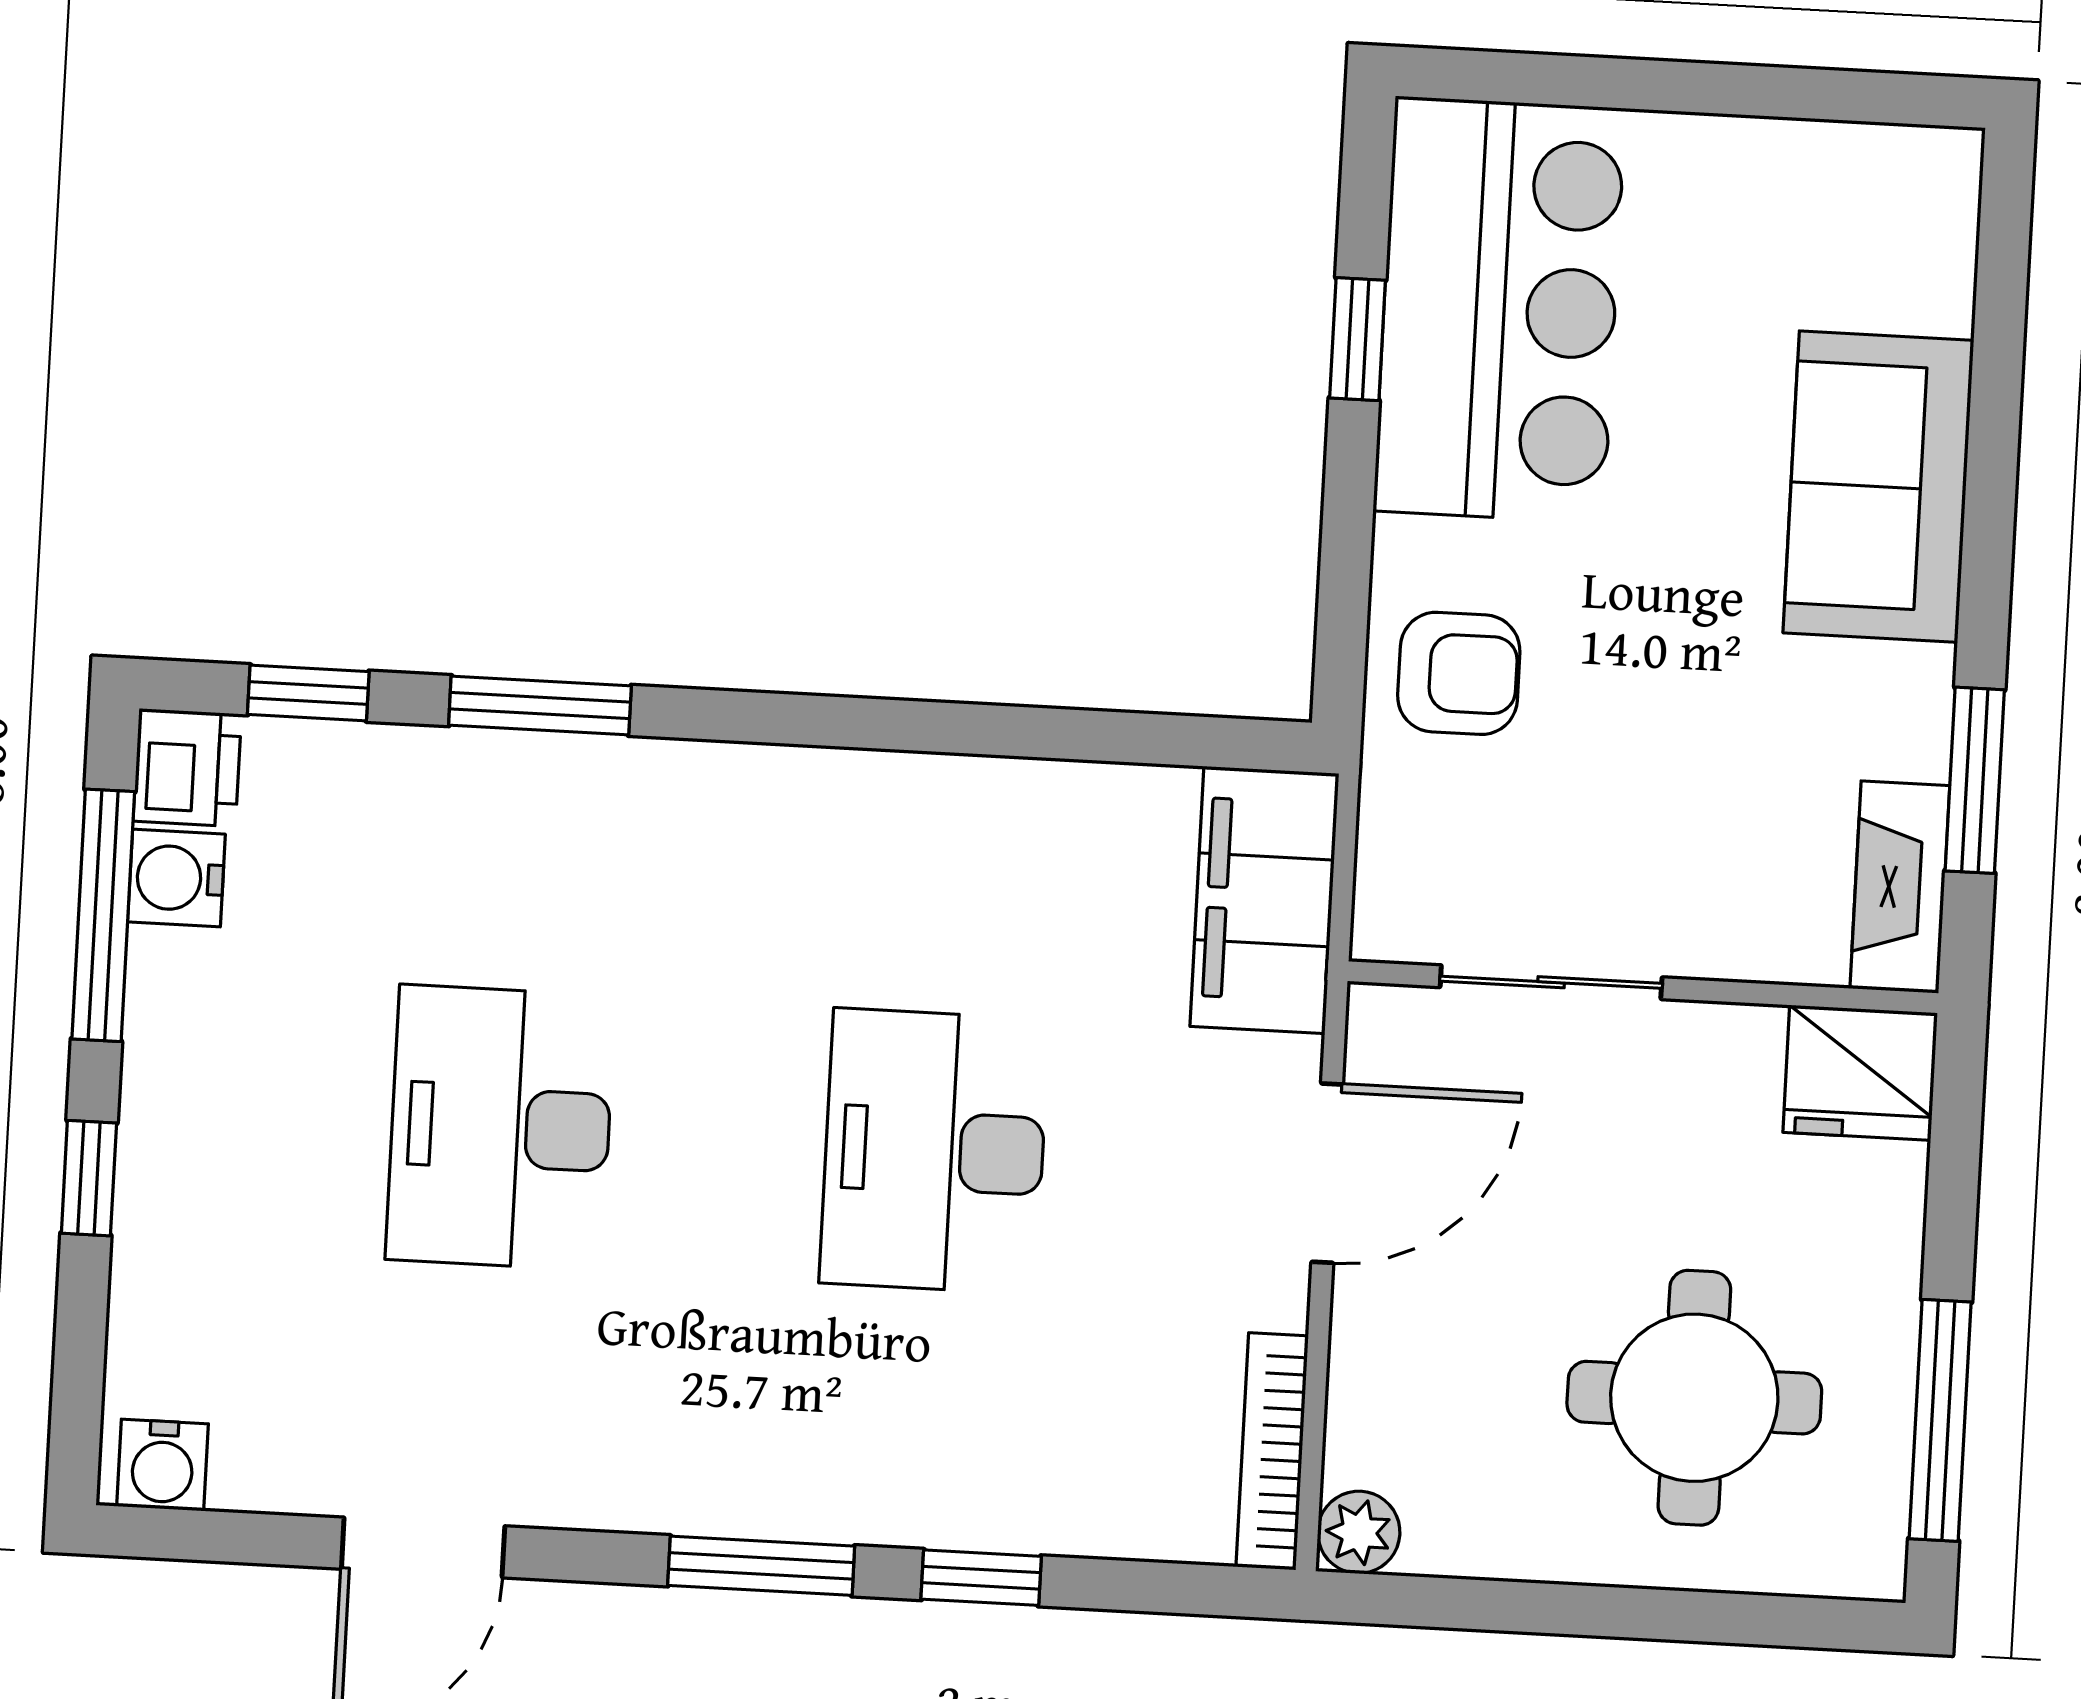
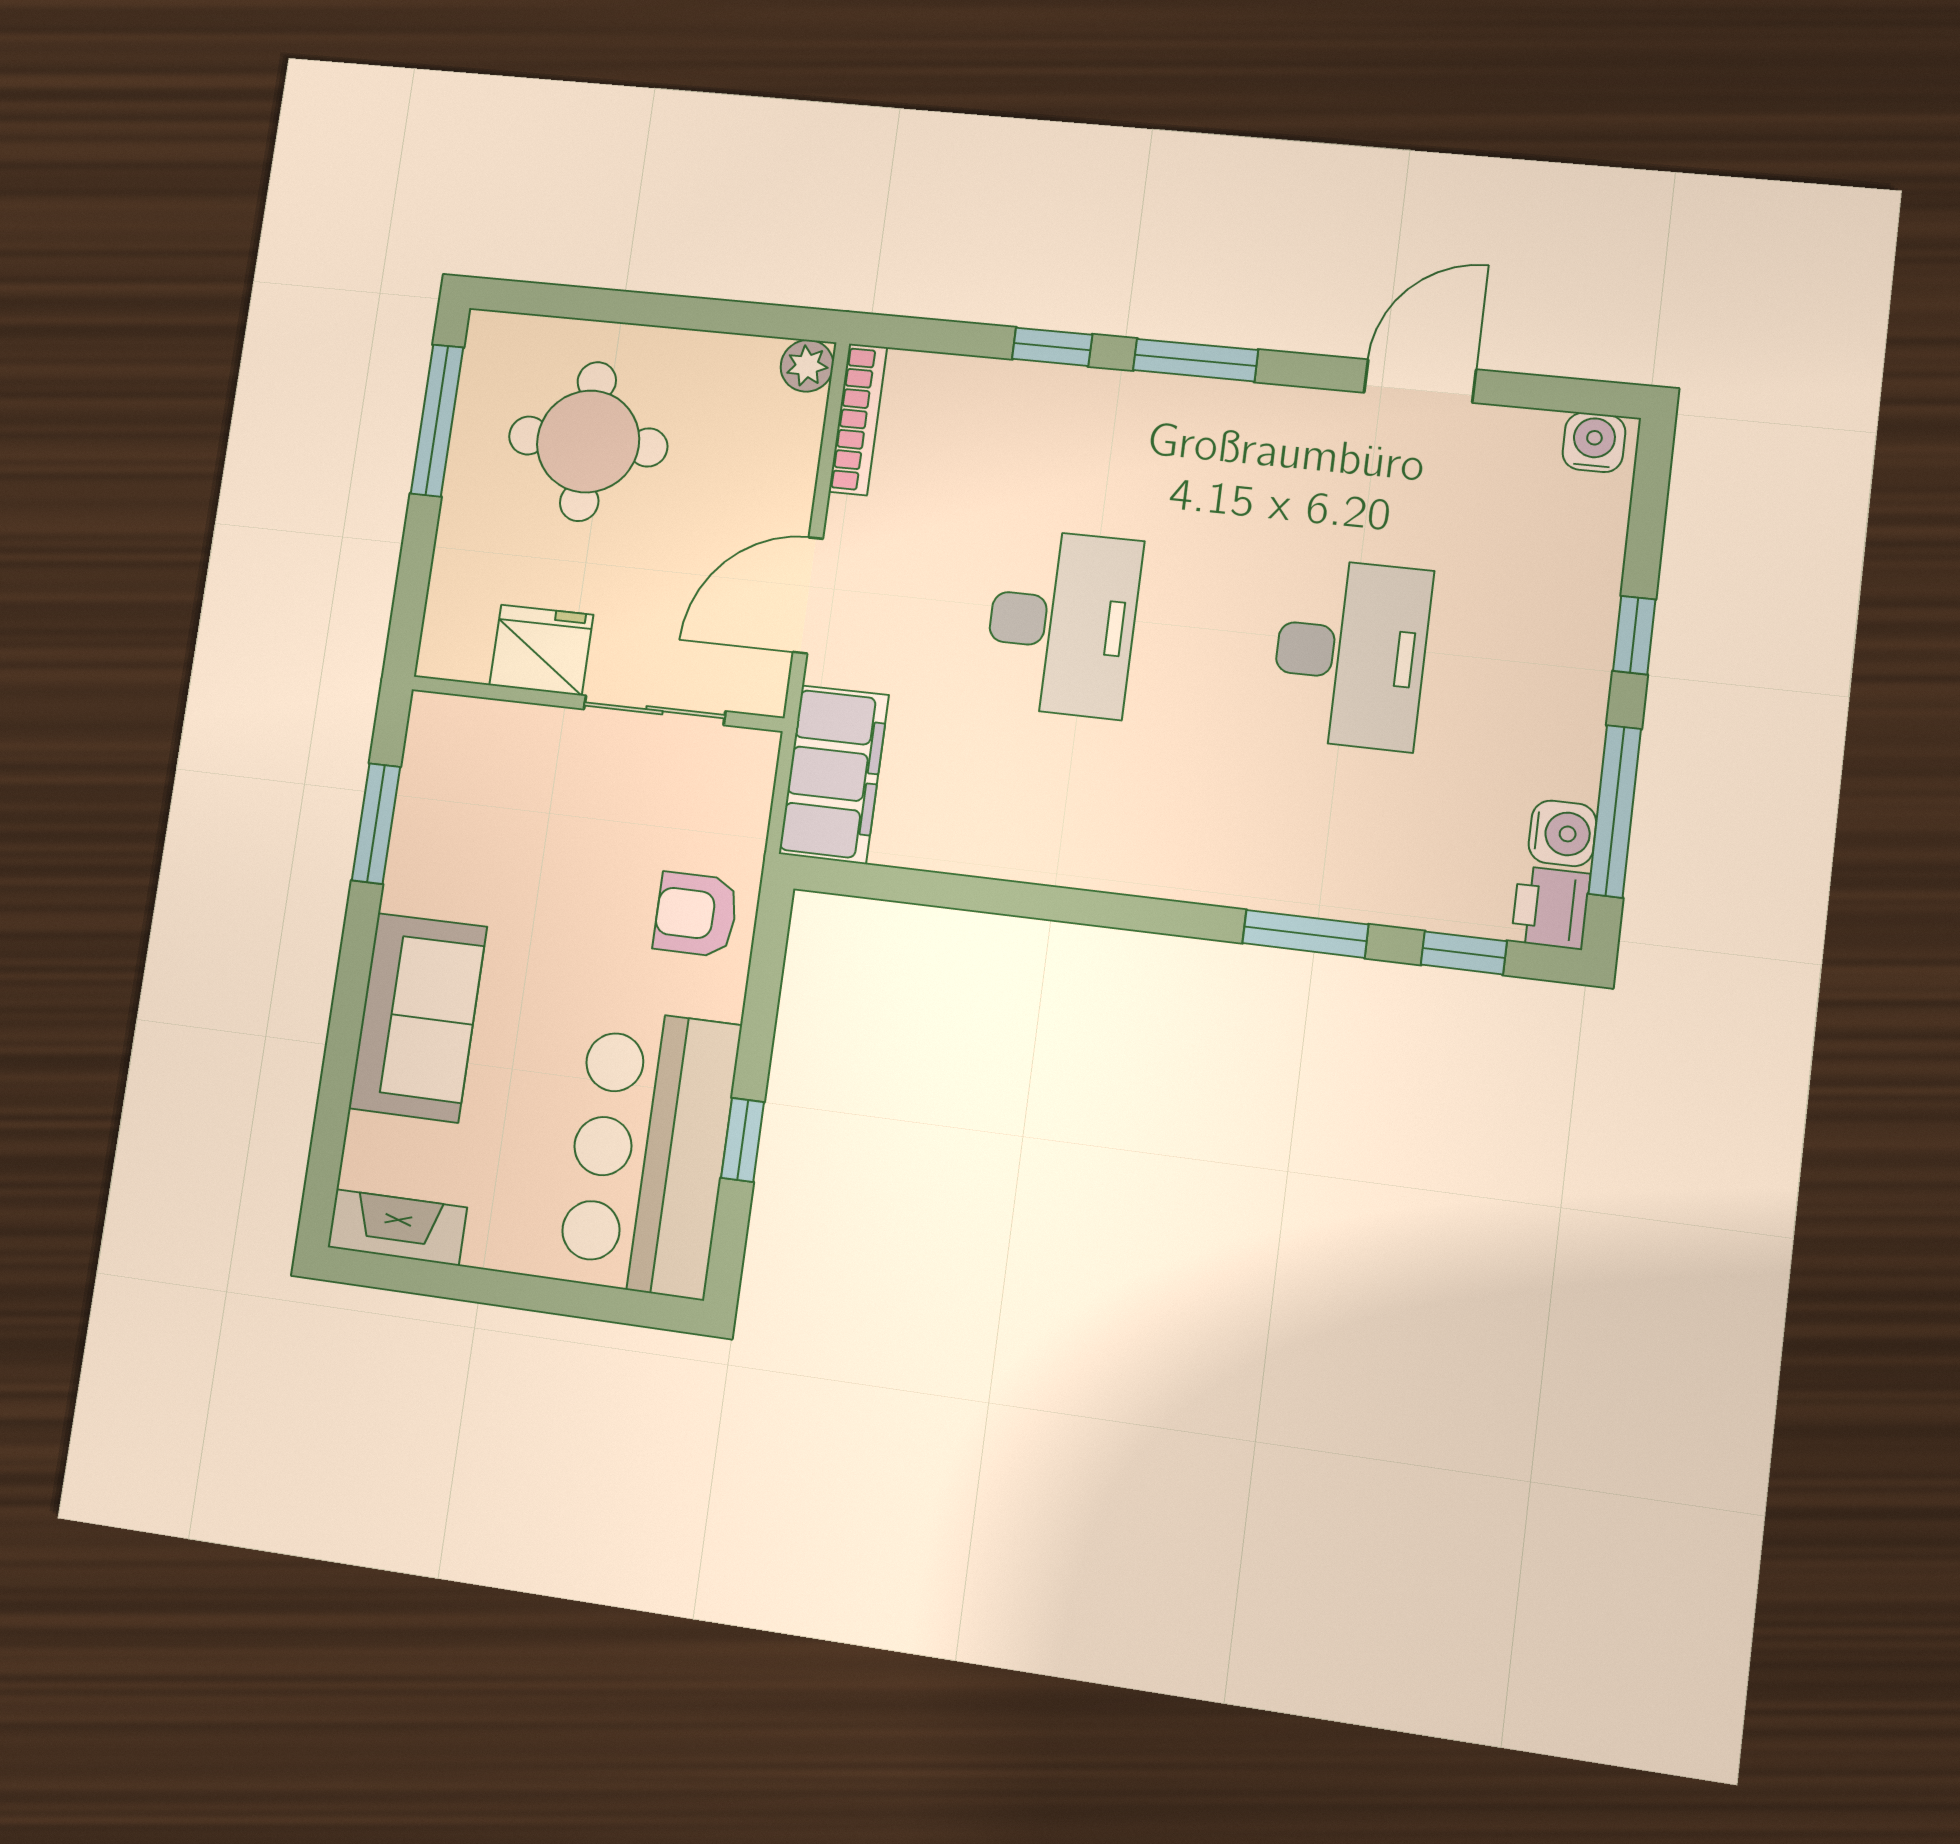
fireplace: (1900, 887) -> (397, 1227), moved, turned -90
fridge: (1860, 1073) -> (541, 650), moved

